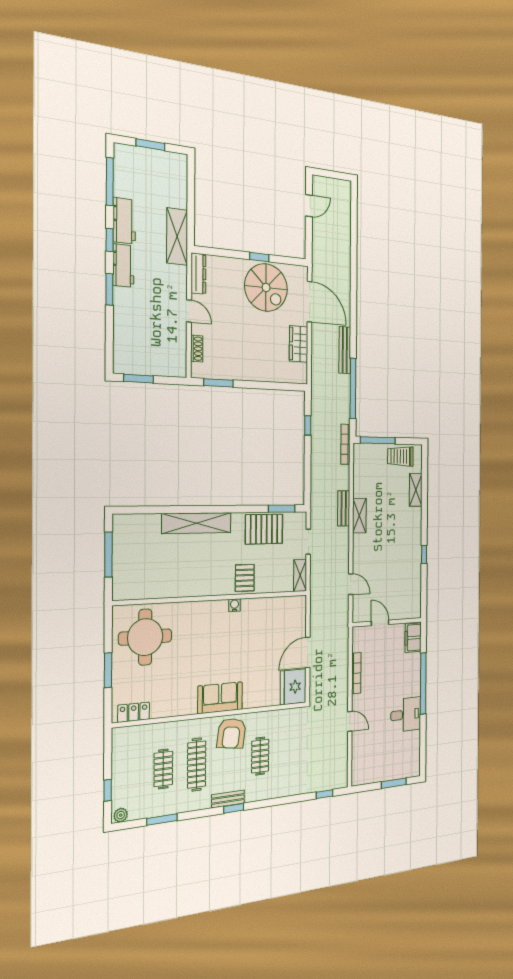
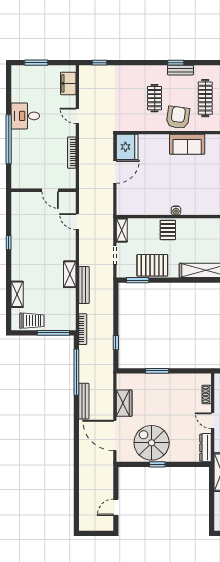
window: (218, 383) -> (157, 371), moved
bench: (344, 508) -> (84, 285), width x1.36
filing cabinet: (413, 638) -> (68, 83), moved, turned 180

